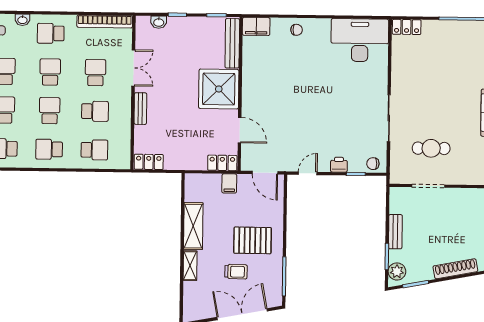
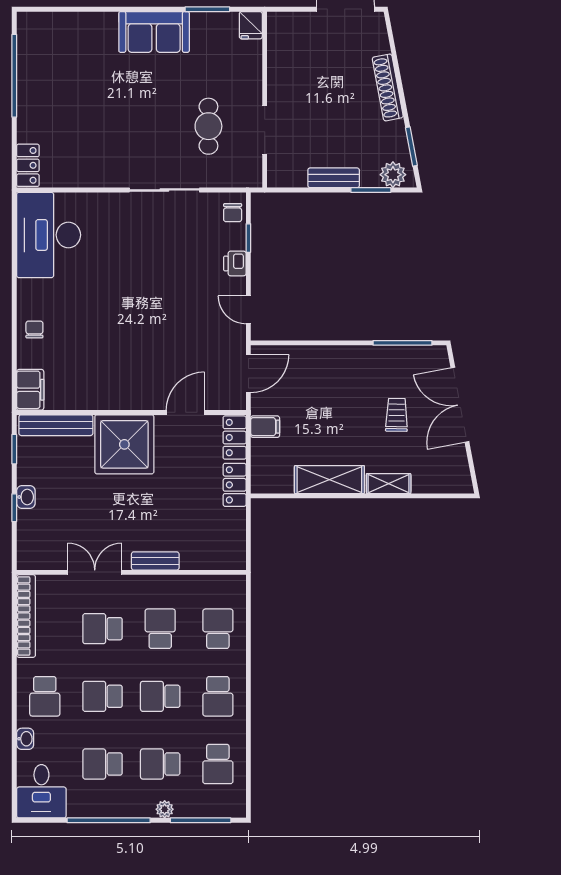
washbasin: (159, 22) -> (26, 497), moved
locker: (149, 162) -> (235, 485), moved
pallet: (253, 240) -> (350, 391), removed

